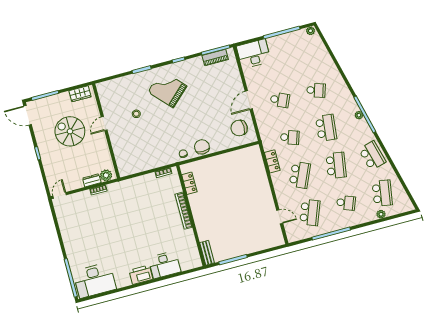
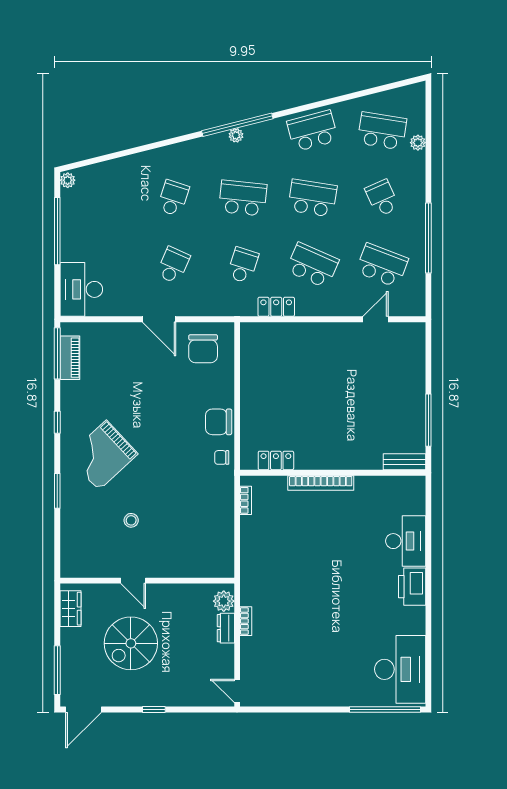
school desk: (346, 203) -> (382, 198), turned -45

